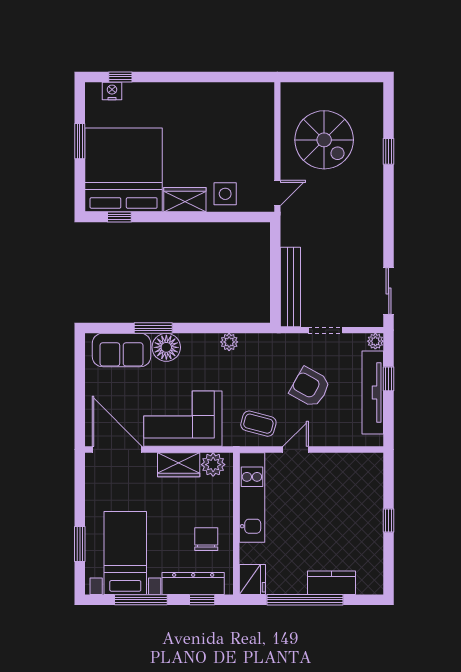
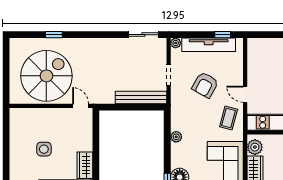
spiral stairs: (324, 140) -> (46, 76), width x1.37, depth x1.37
side table: (225, 194) -> (44, 149), moved
window: (389, 379) -> (223, 35), moved

